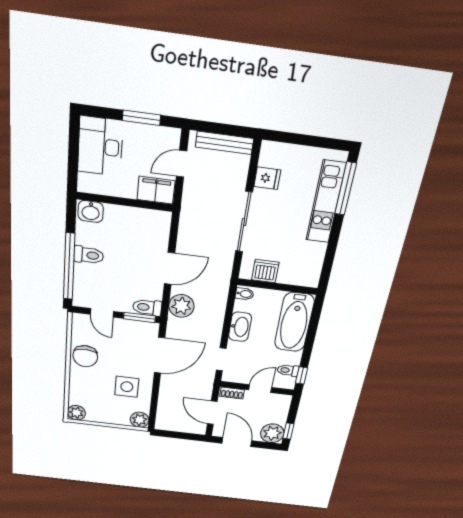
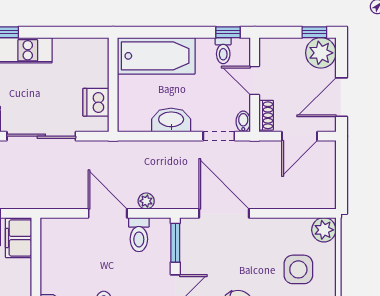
bidet: (245, 294) -> (243, 121), moved
plant: (181, 306) -> (146, 201), width x0.53, depth x0.53
toilet: (147, 307) -> (139, 235), moved
side table: (127, 387) -> (298, 269), moved

